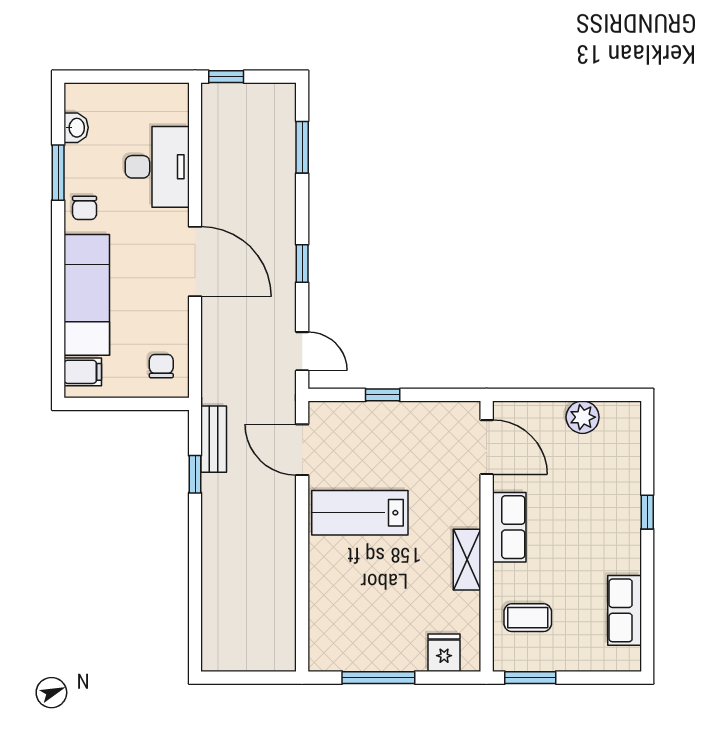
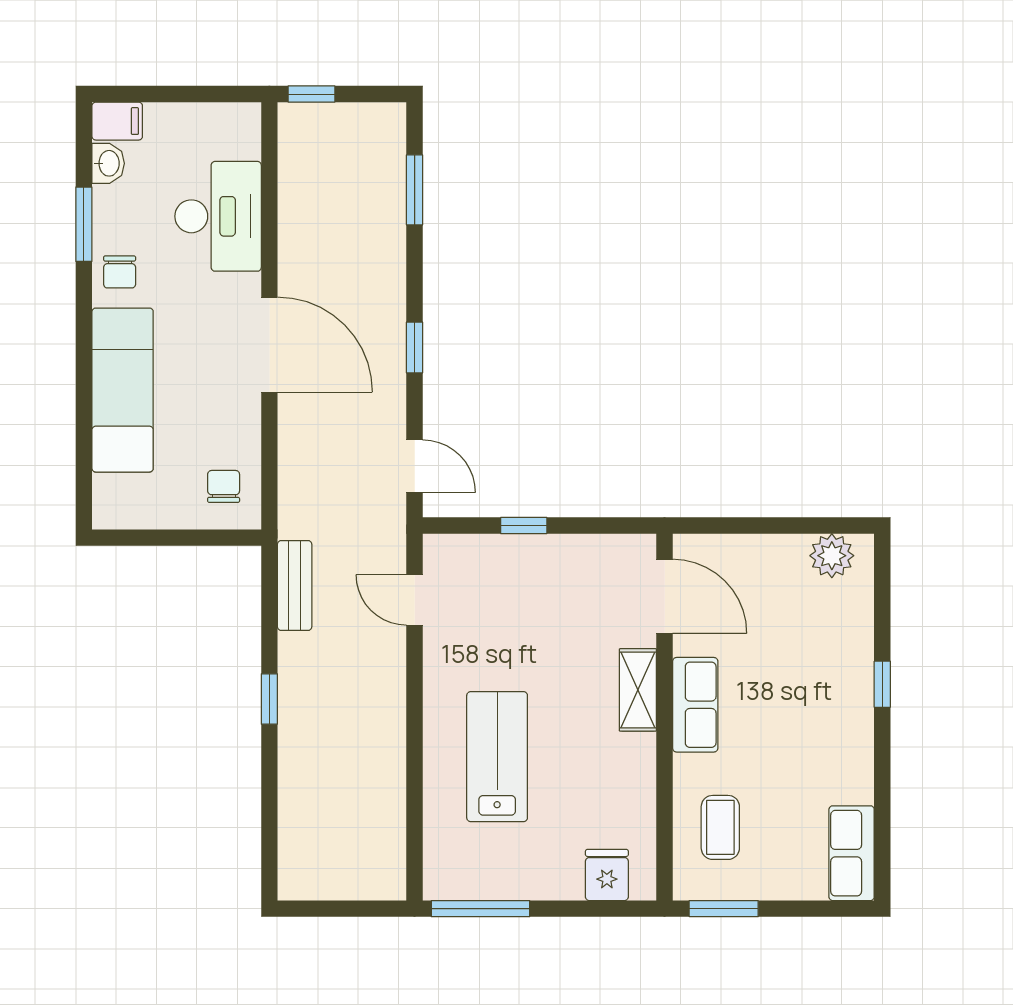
filing cabinet: (83, 372) -> (117, 121), moved
plant: (583, 417) -> (832, 556), moved
door: (302, 450) -> (415, 600), width x0.73
window: (195, 474) -> (269, 699), moved
lab bench: (360, 513) -> (497, 757), moved, turned 90
shelving: (467, 560) -> (638, 690), moved
row of seats: (625, 610) -> (852, 853), moved
coffee table: (528, 618) -> (720, 827), turned 90
window: (378, 678) -> (480, 909), moved

